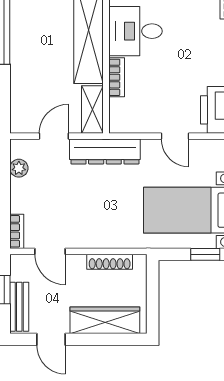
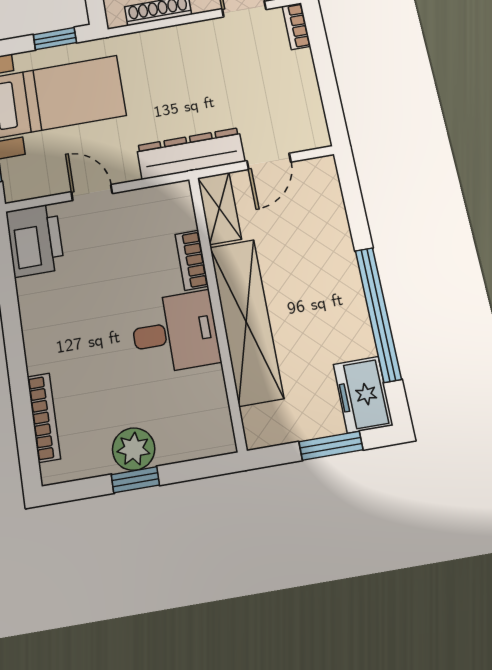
plant: (19, 168) -> (311, 109), removed
window: (205, 254) -> (55, 39), moved

